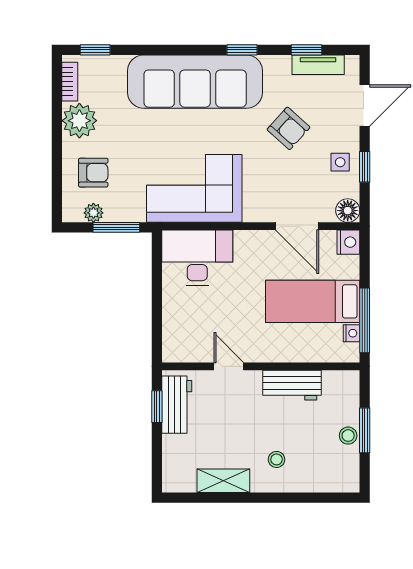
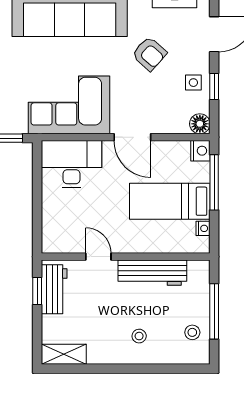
door: (297, 226) -> (132, 137), moved
window: (365, 320) -> (214, 182), moved
workbench: (292, 385) -> (152, 273), width x1.38
window: (365, 430) -> (214, 311), width x1.44
stool: (348, 436) -> (192, 332), moved
shelving: (223, 481) -> (64, 354), moved

